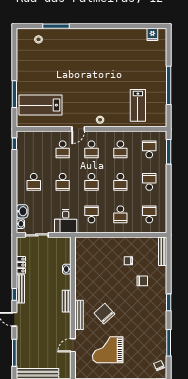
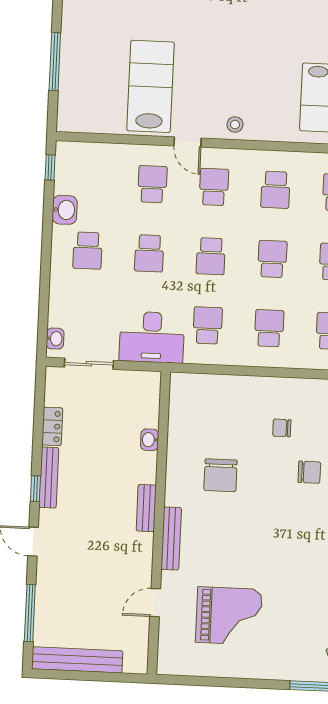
lab bench: (41, 105) -> (151, 86), moved, turned 90
door: (78, 129) -> (188, 142), hinge flipped
school desk: (63, 149) -> (152, 184), turned 180
school desk: (91, 149) -> (214, 187), turned 180
school desk: (120, 182) -> (272, 259), turned 180
washbasin: (22, 211) -> (65, 210), moved
school desk: (120, 214) -> (269, 328), turned 180
desk: (66, 221) -> (152, 337), width x1.37
chair: (104, 314) -> (221, 475), moved, turned -138
grand piano: (108, 350) -> (229, 616), turned 180

